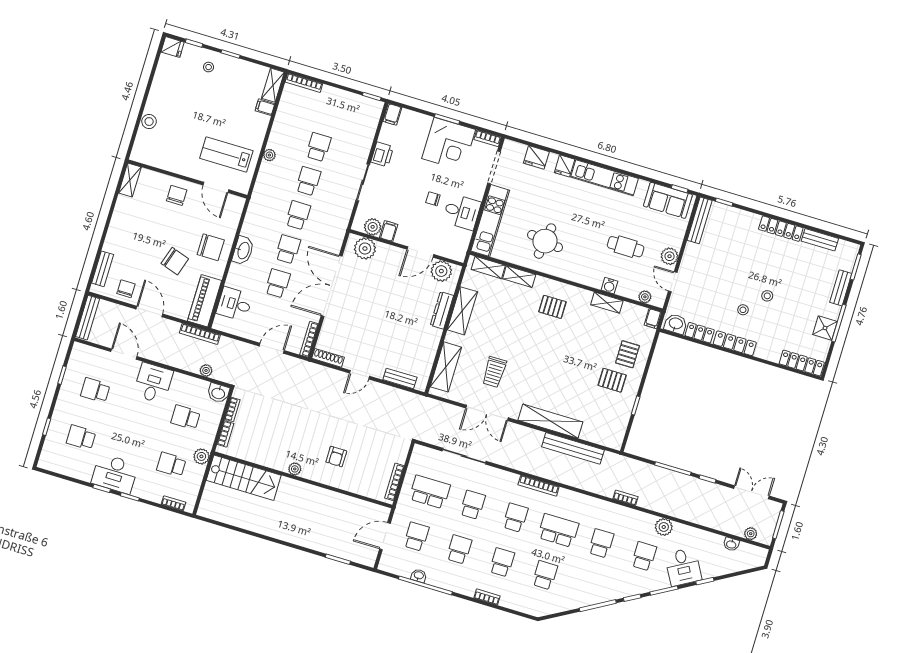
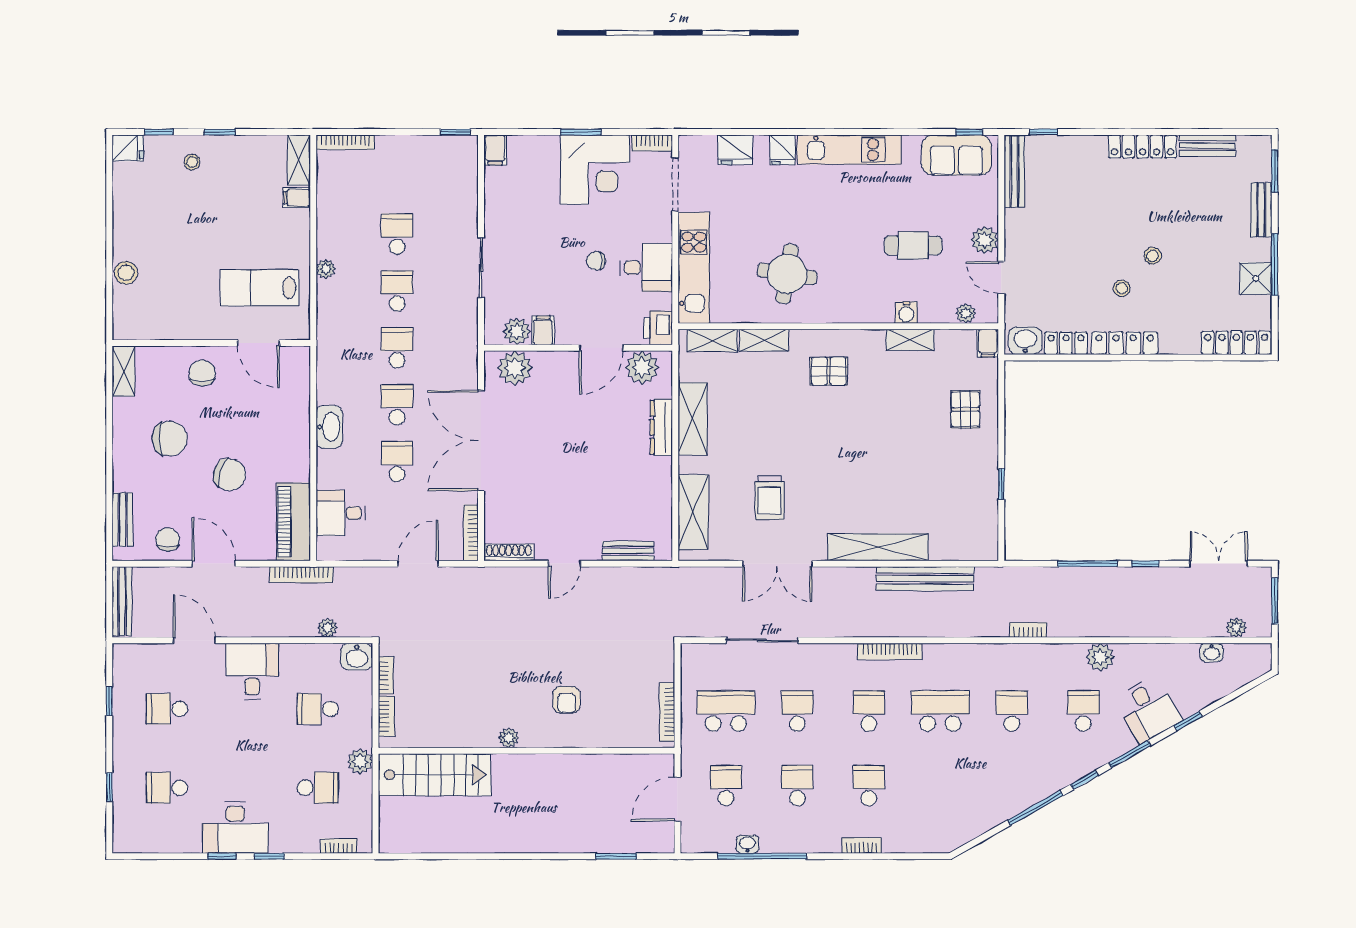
printer: (382, 154) -> (658, 328), moved, turned 180
chair: (211, 247) -> (170, 439), moved
pallet: (612, 380) -> (954, 456), removed
school desk: (171, 465) -> (318, 788), turned 180
school desk: (545, 575) -> (940, 786), removed

